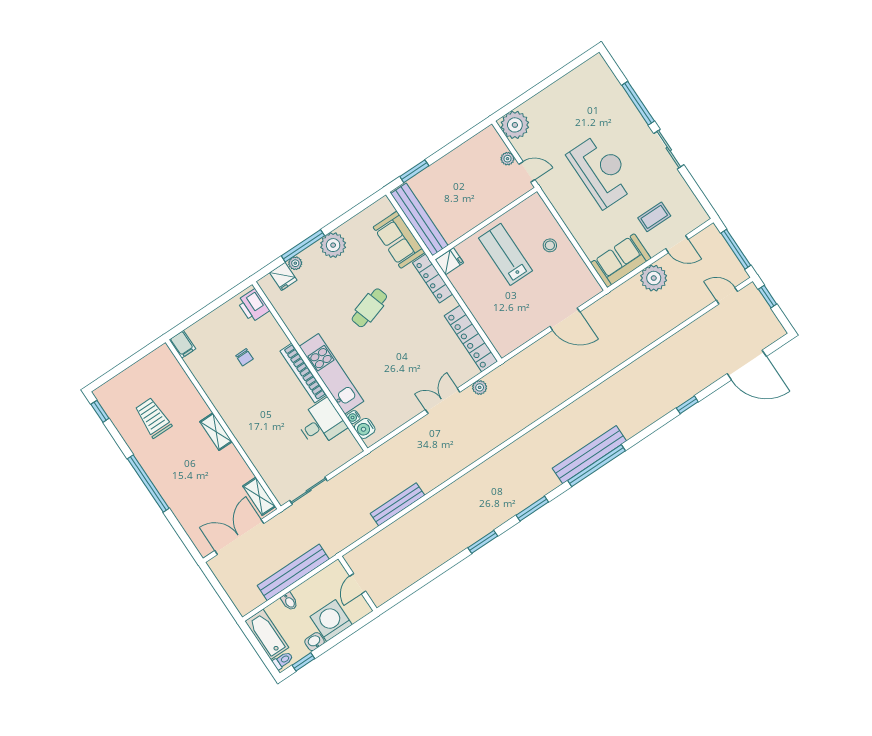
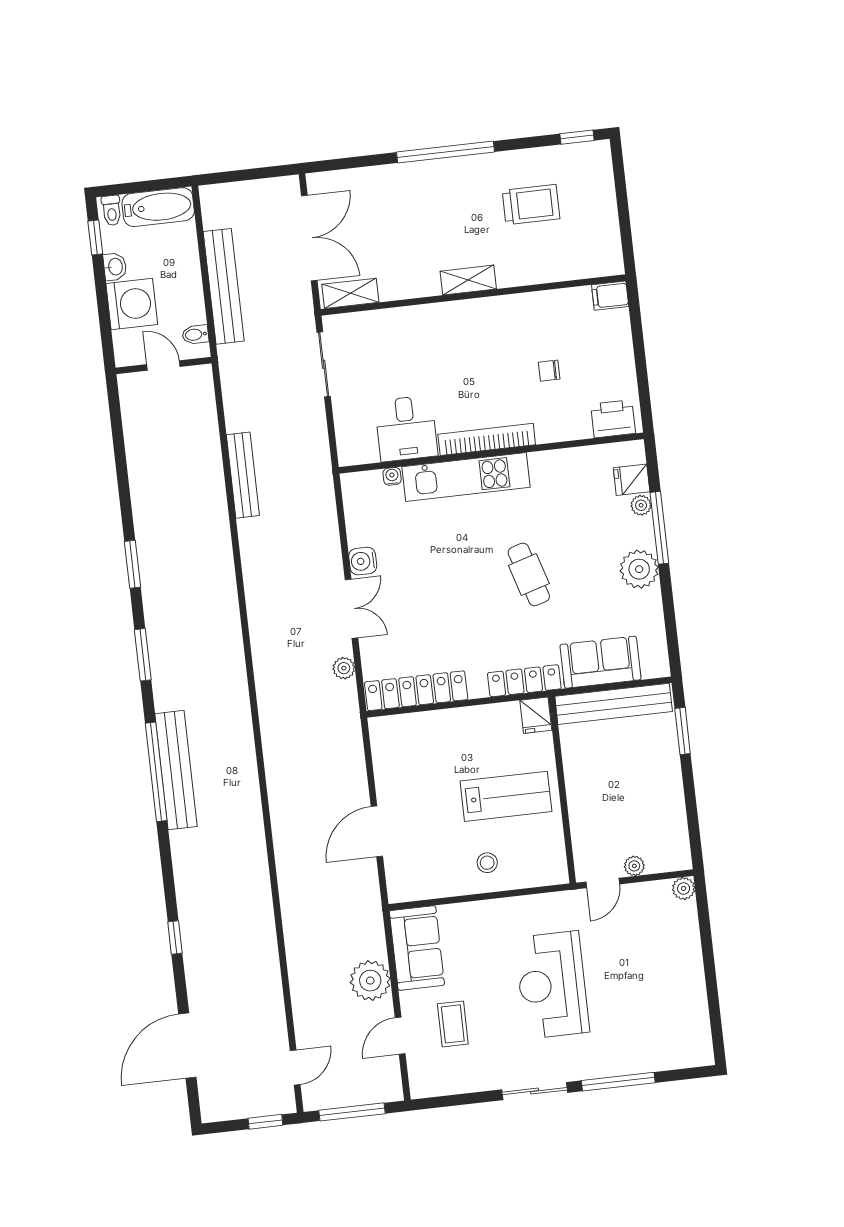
plant: (515, 125) -> (684, 888), width x0.53, depth x0.53
reception desk: (602, 171) -> (552, 985), turned 90
water cooler: (365, 428) -> (363, 561), moved, turned -90
bidet: (289, 601) -> (195, 335), moved

